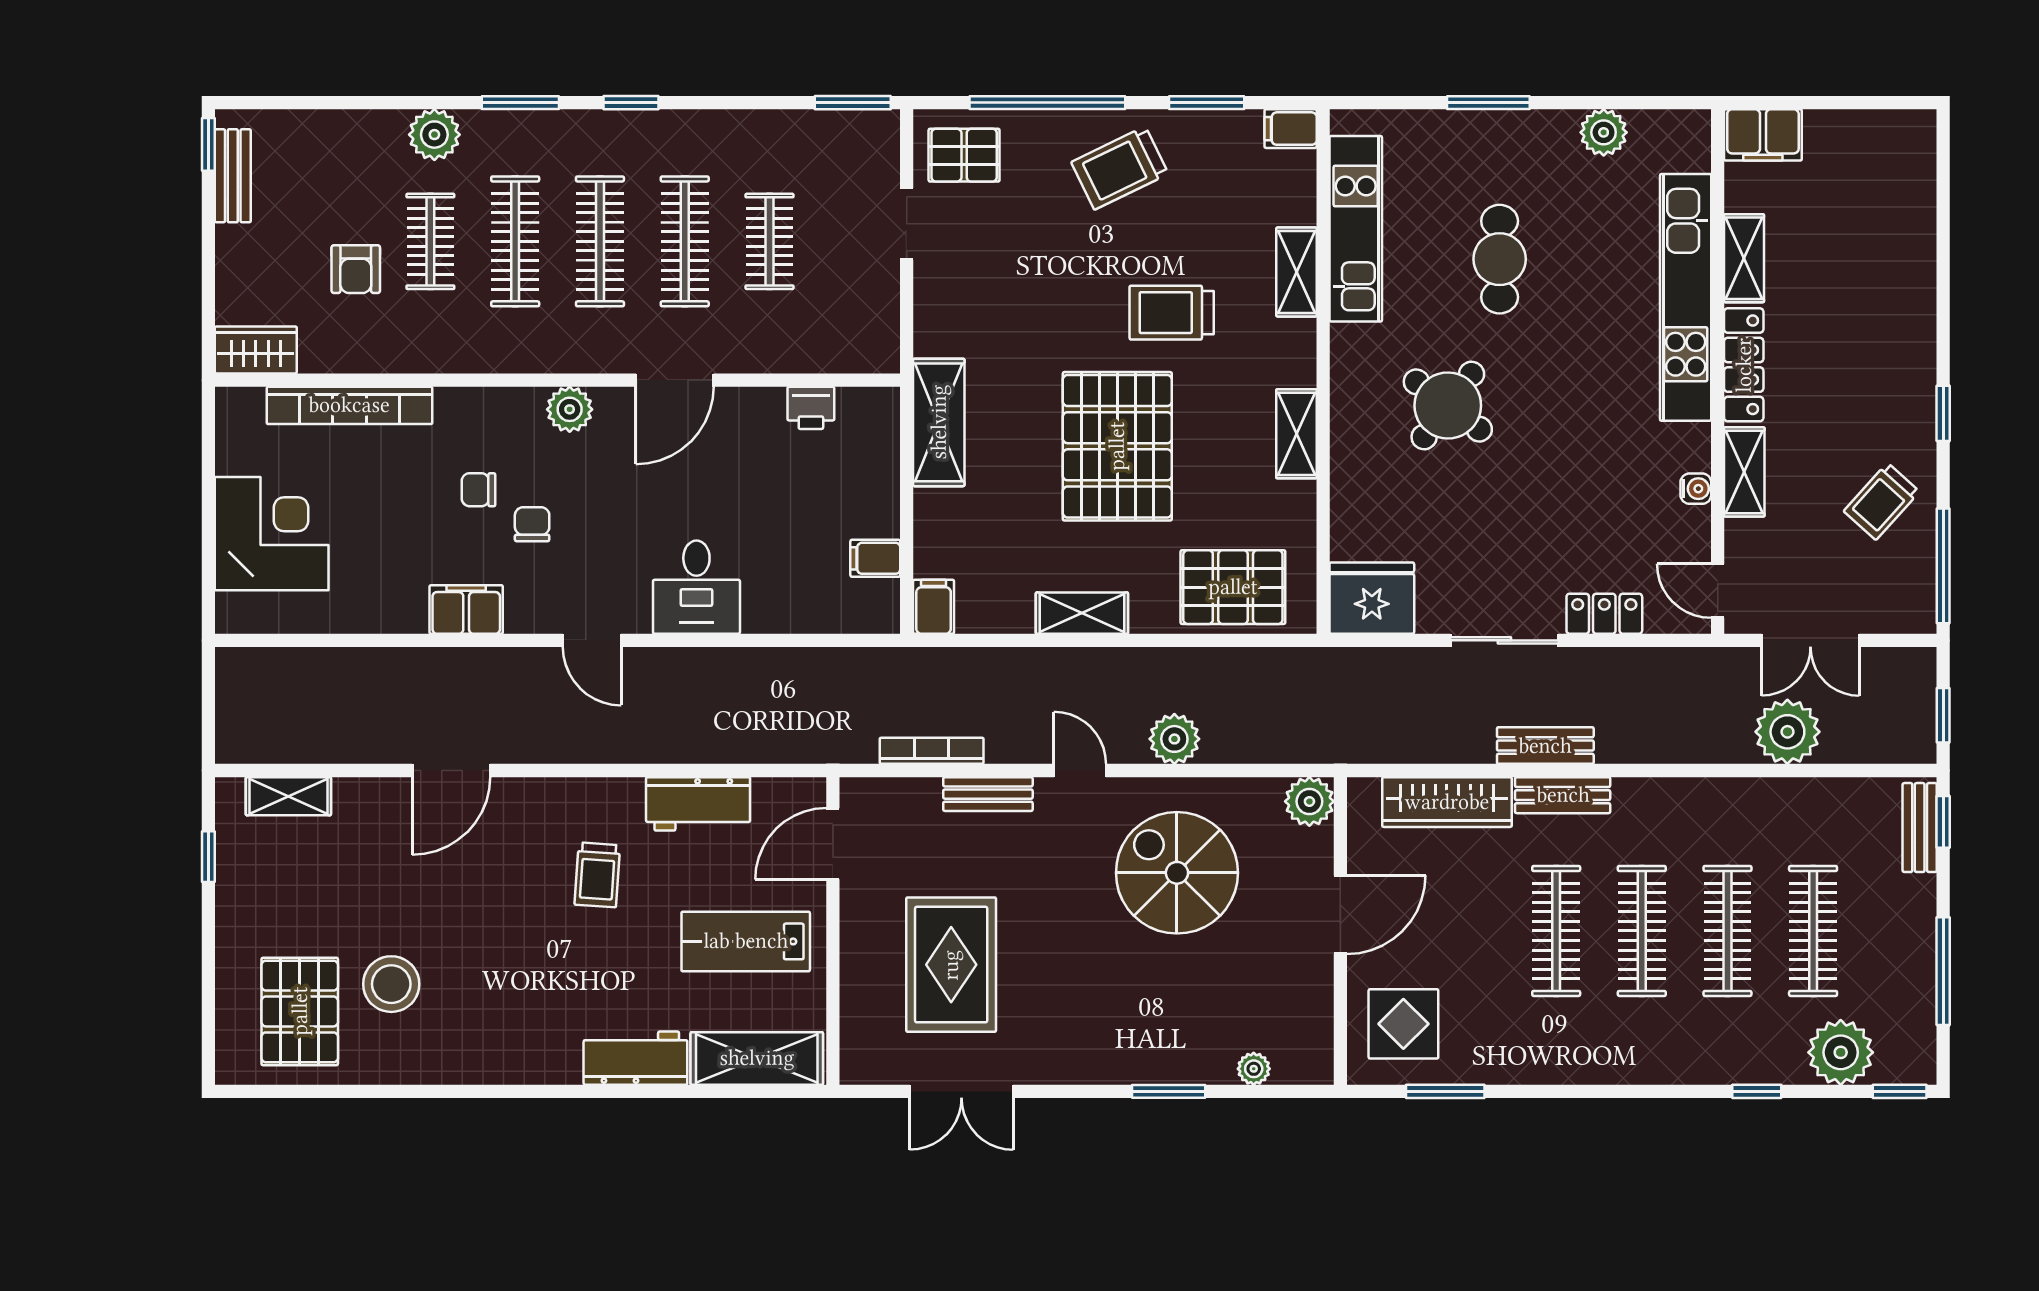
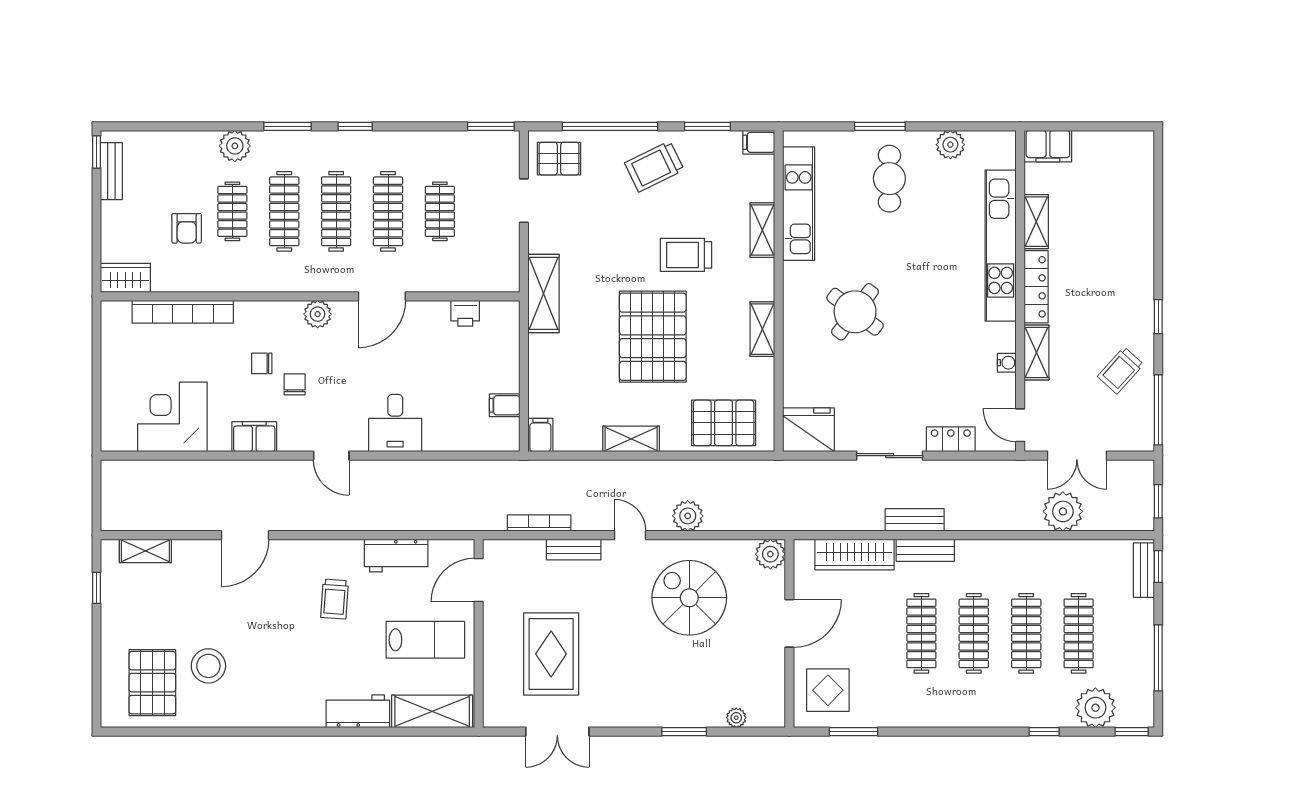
cafe table: (1500, 259) -> (889, 179), moved
shelving: (939, 422) -> (543, 293), moved
corner desk: (272, 534) -> (172, 417), moved, turned -90
lab bench: (746, 941) -> (425, 640), turned 180

